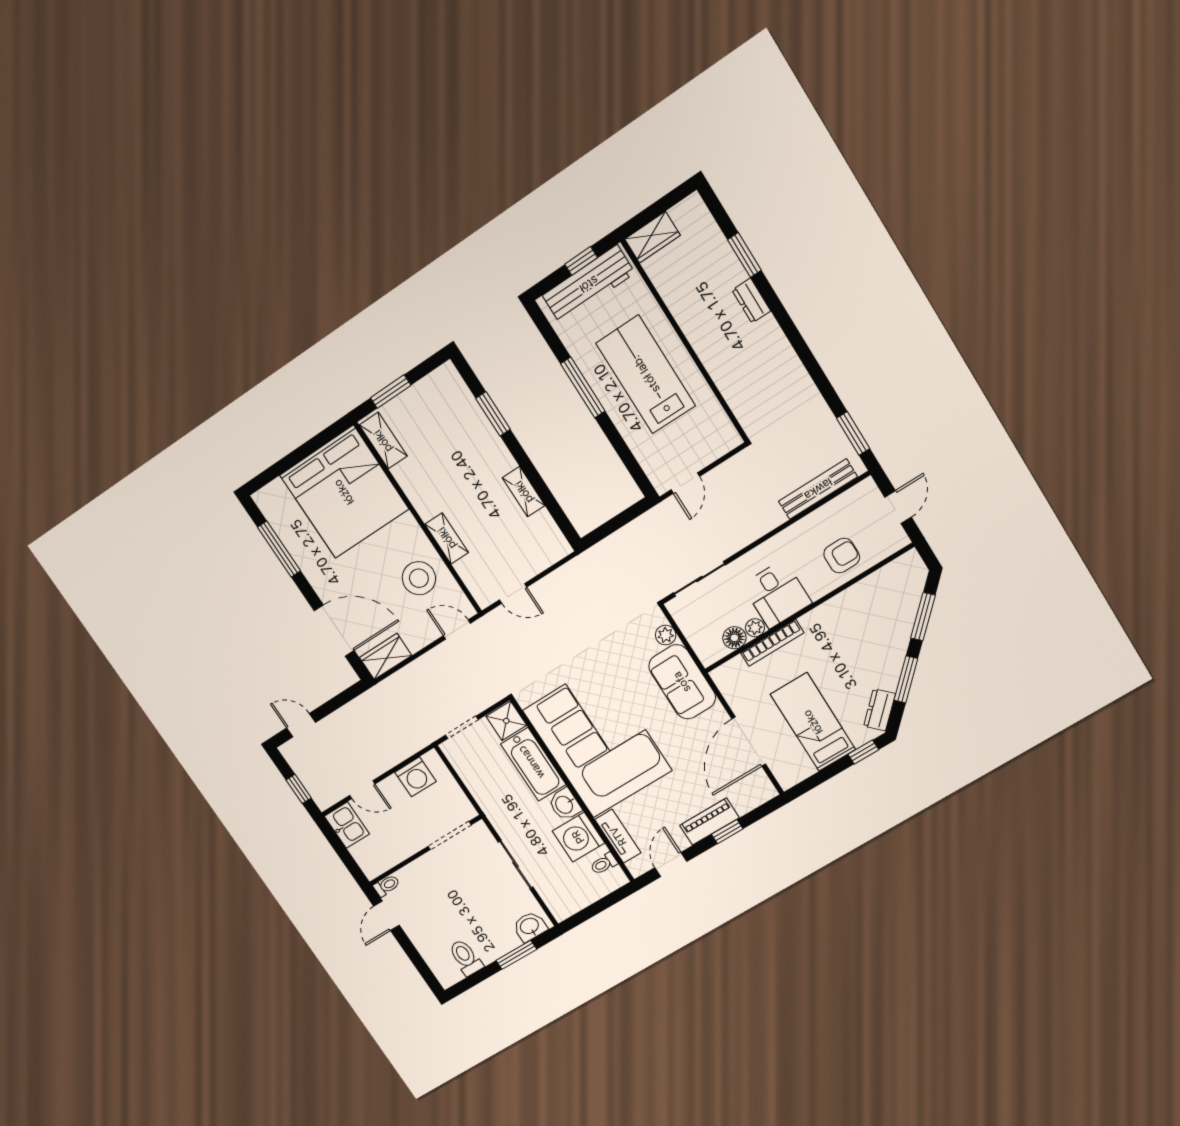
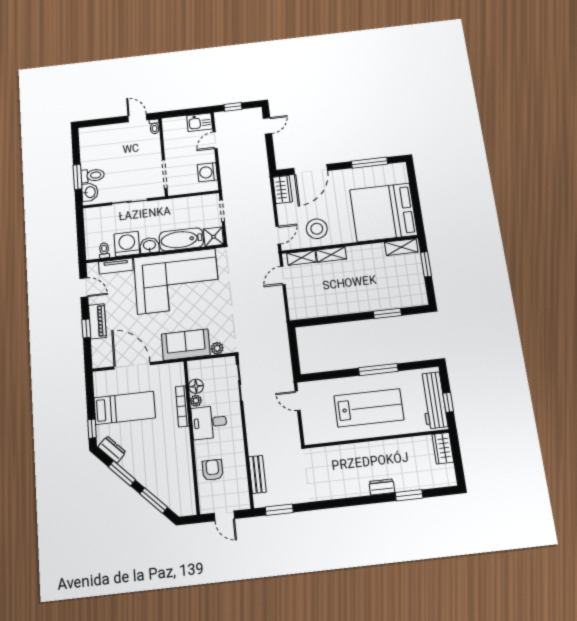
bench: (818, 489) -> (257, 474), width x0.73
shelving: (524, 492) -> (302, 258), moved
armchair: (842, 556) -> (213, 470), turned 180
toilet: (466, 957) -> (92, 175), moved

